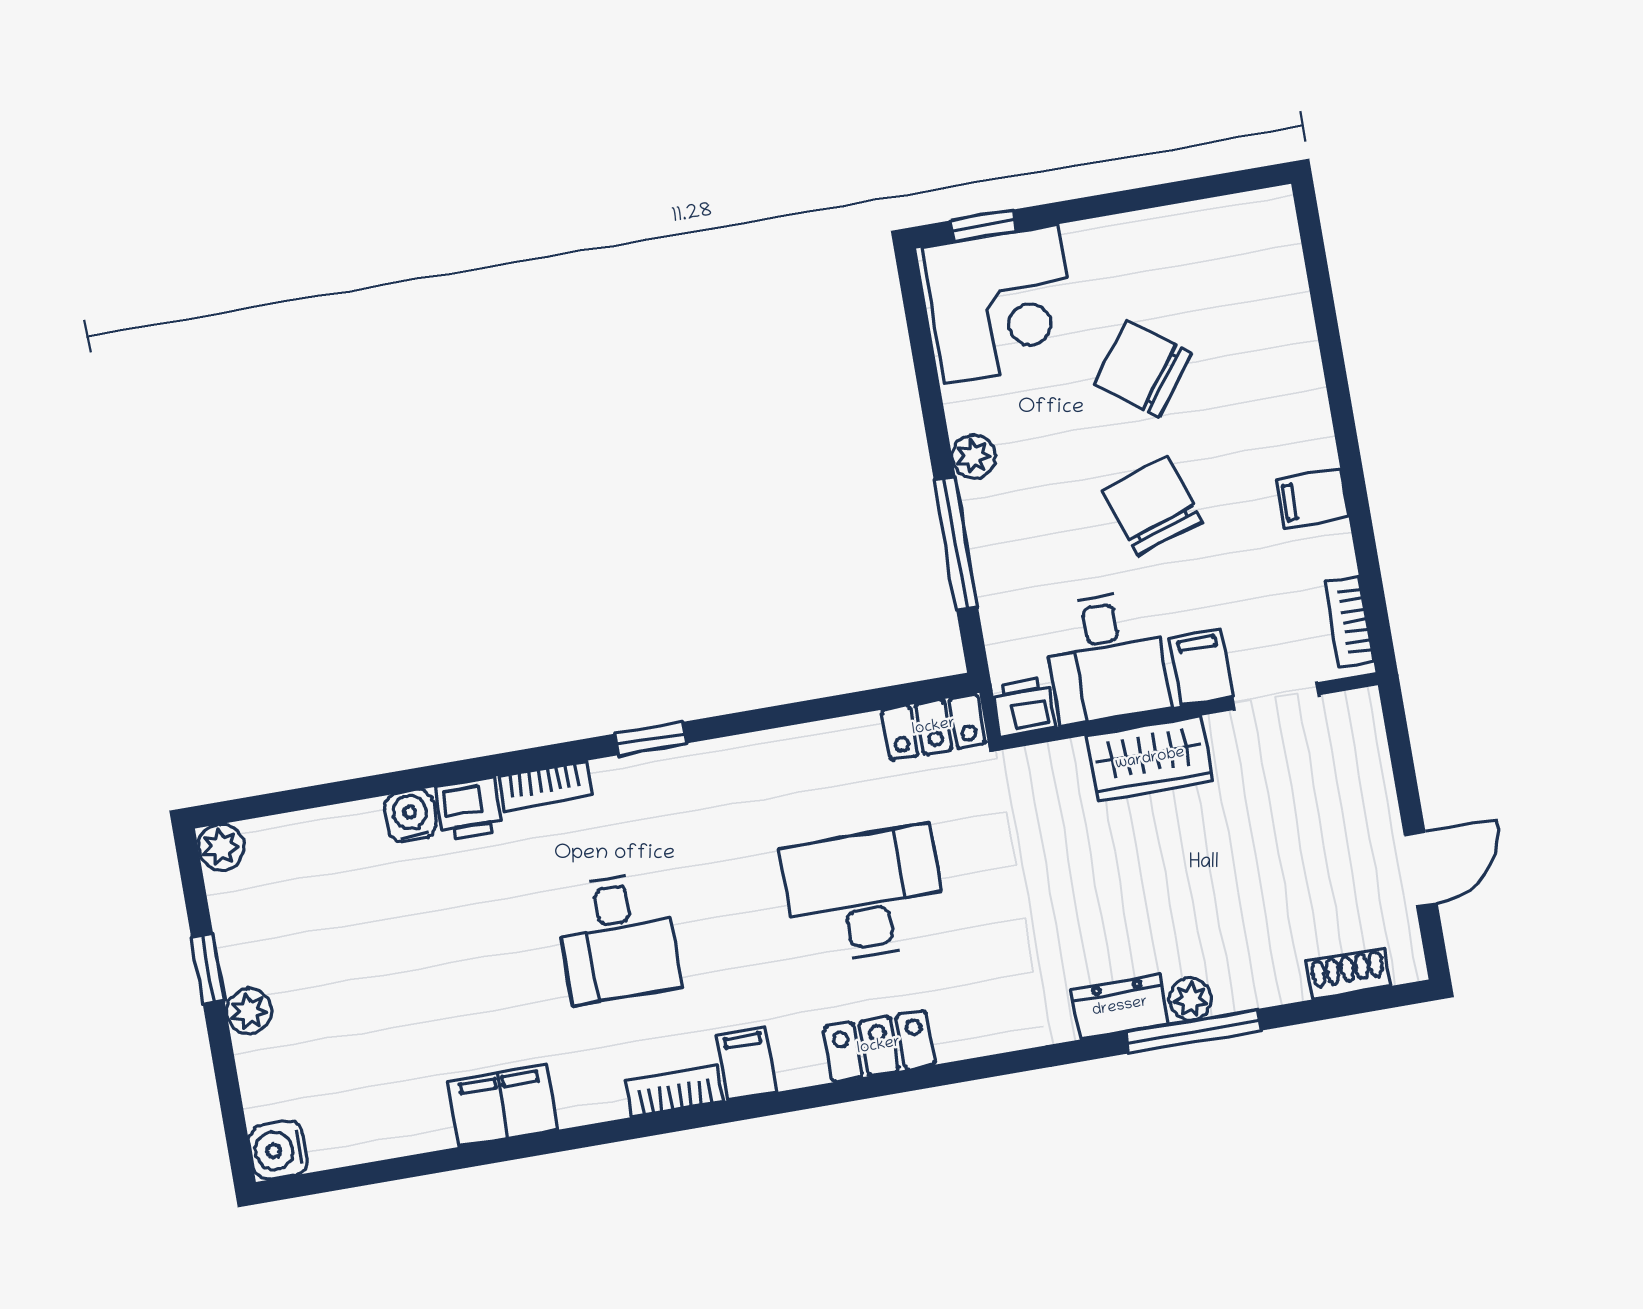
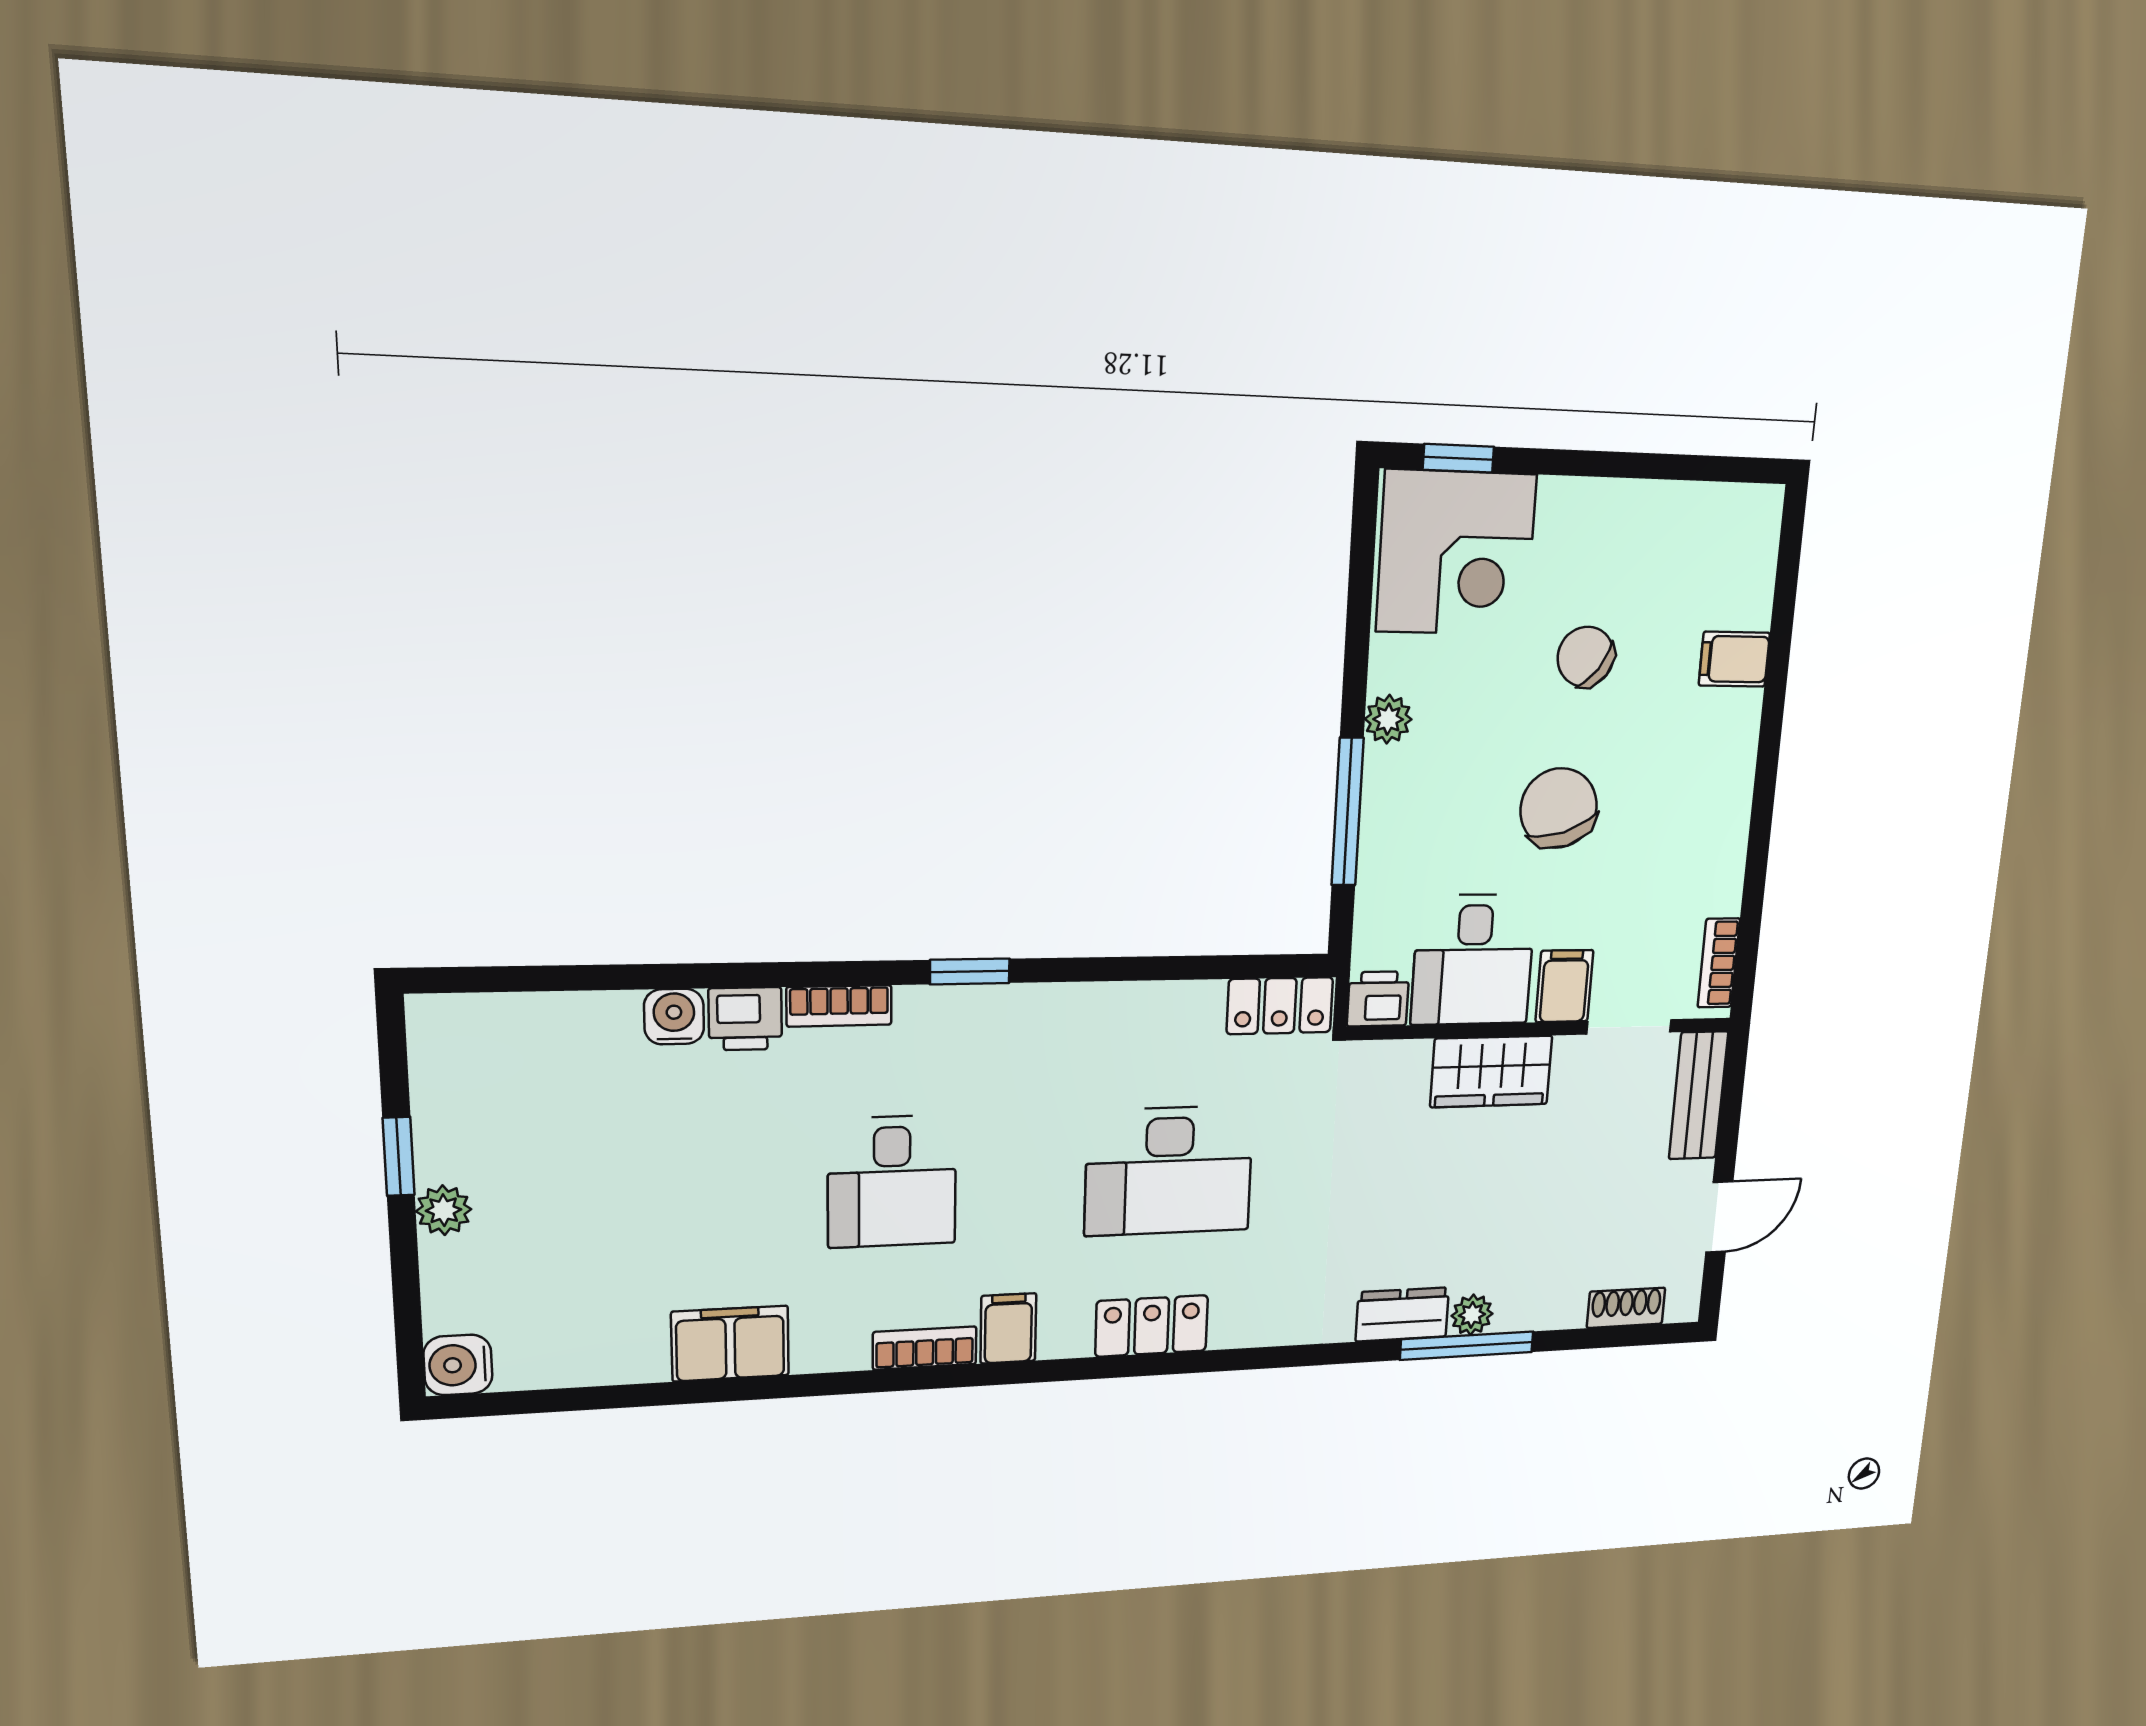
chair: (1143, 368) -> (1586, 657), width x0.73, depth x0.73
filing cabinet: (1312, 498) -> (1734, 659), moved
bench: (1365, 752) -> (1699, 1095), added
plant: (221, 847) -> (434, 1020), removed
desk: (864, 895) -> (1169, 1171), turned 180

